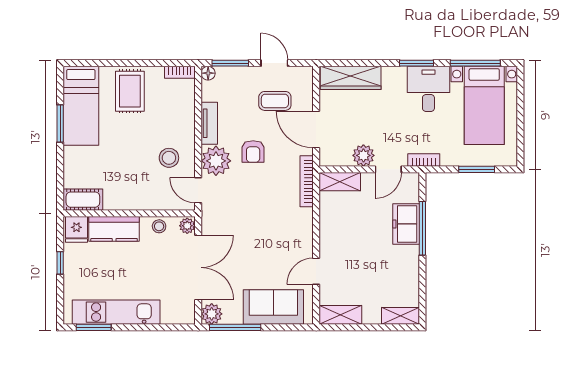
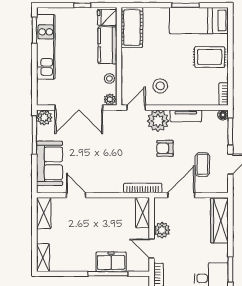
cot: (83, 200) -> (132, 27), width x1.37, depth x1.34

